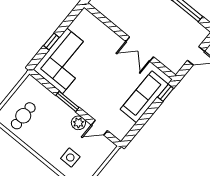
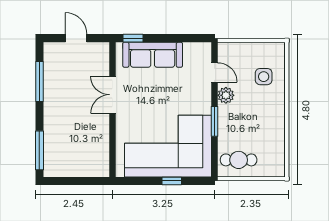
double door: (140, 49) -> (112, 95), swing flipped
corner sofa: (65, 61) -> (168, 146), width x1.36, depth x1.36
cafe table: (23, 116) -> (239, 160), moved

